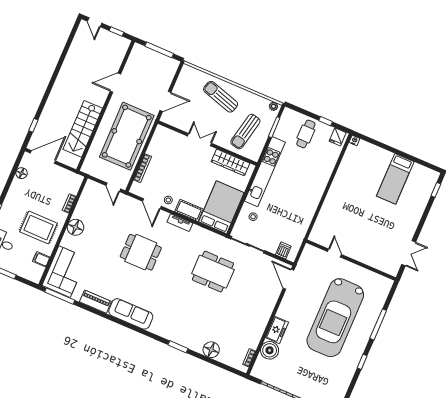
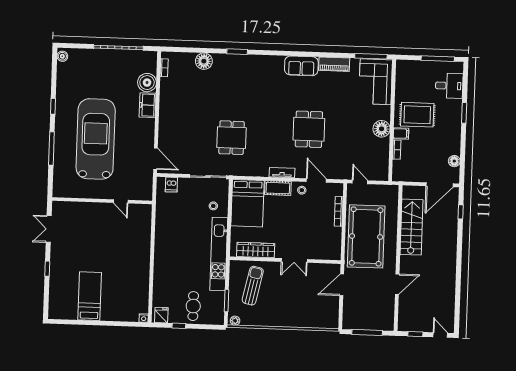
sun lounger: (221, 97) -> (290, 310), removed
window: (436, 190) -> (47, 269), moved
dining table: (141, 252) -> (309, 129), turned 90
filing cabinet: (41, 259) -> (401, 134), moved
dining table: (213, 272) -> (232, 138), width x0.73
sofa: (131, 314) -> (301, 66), width x0.73

